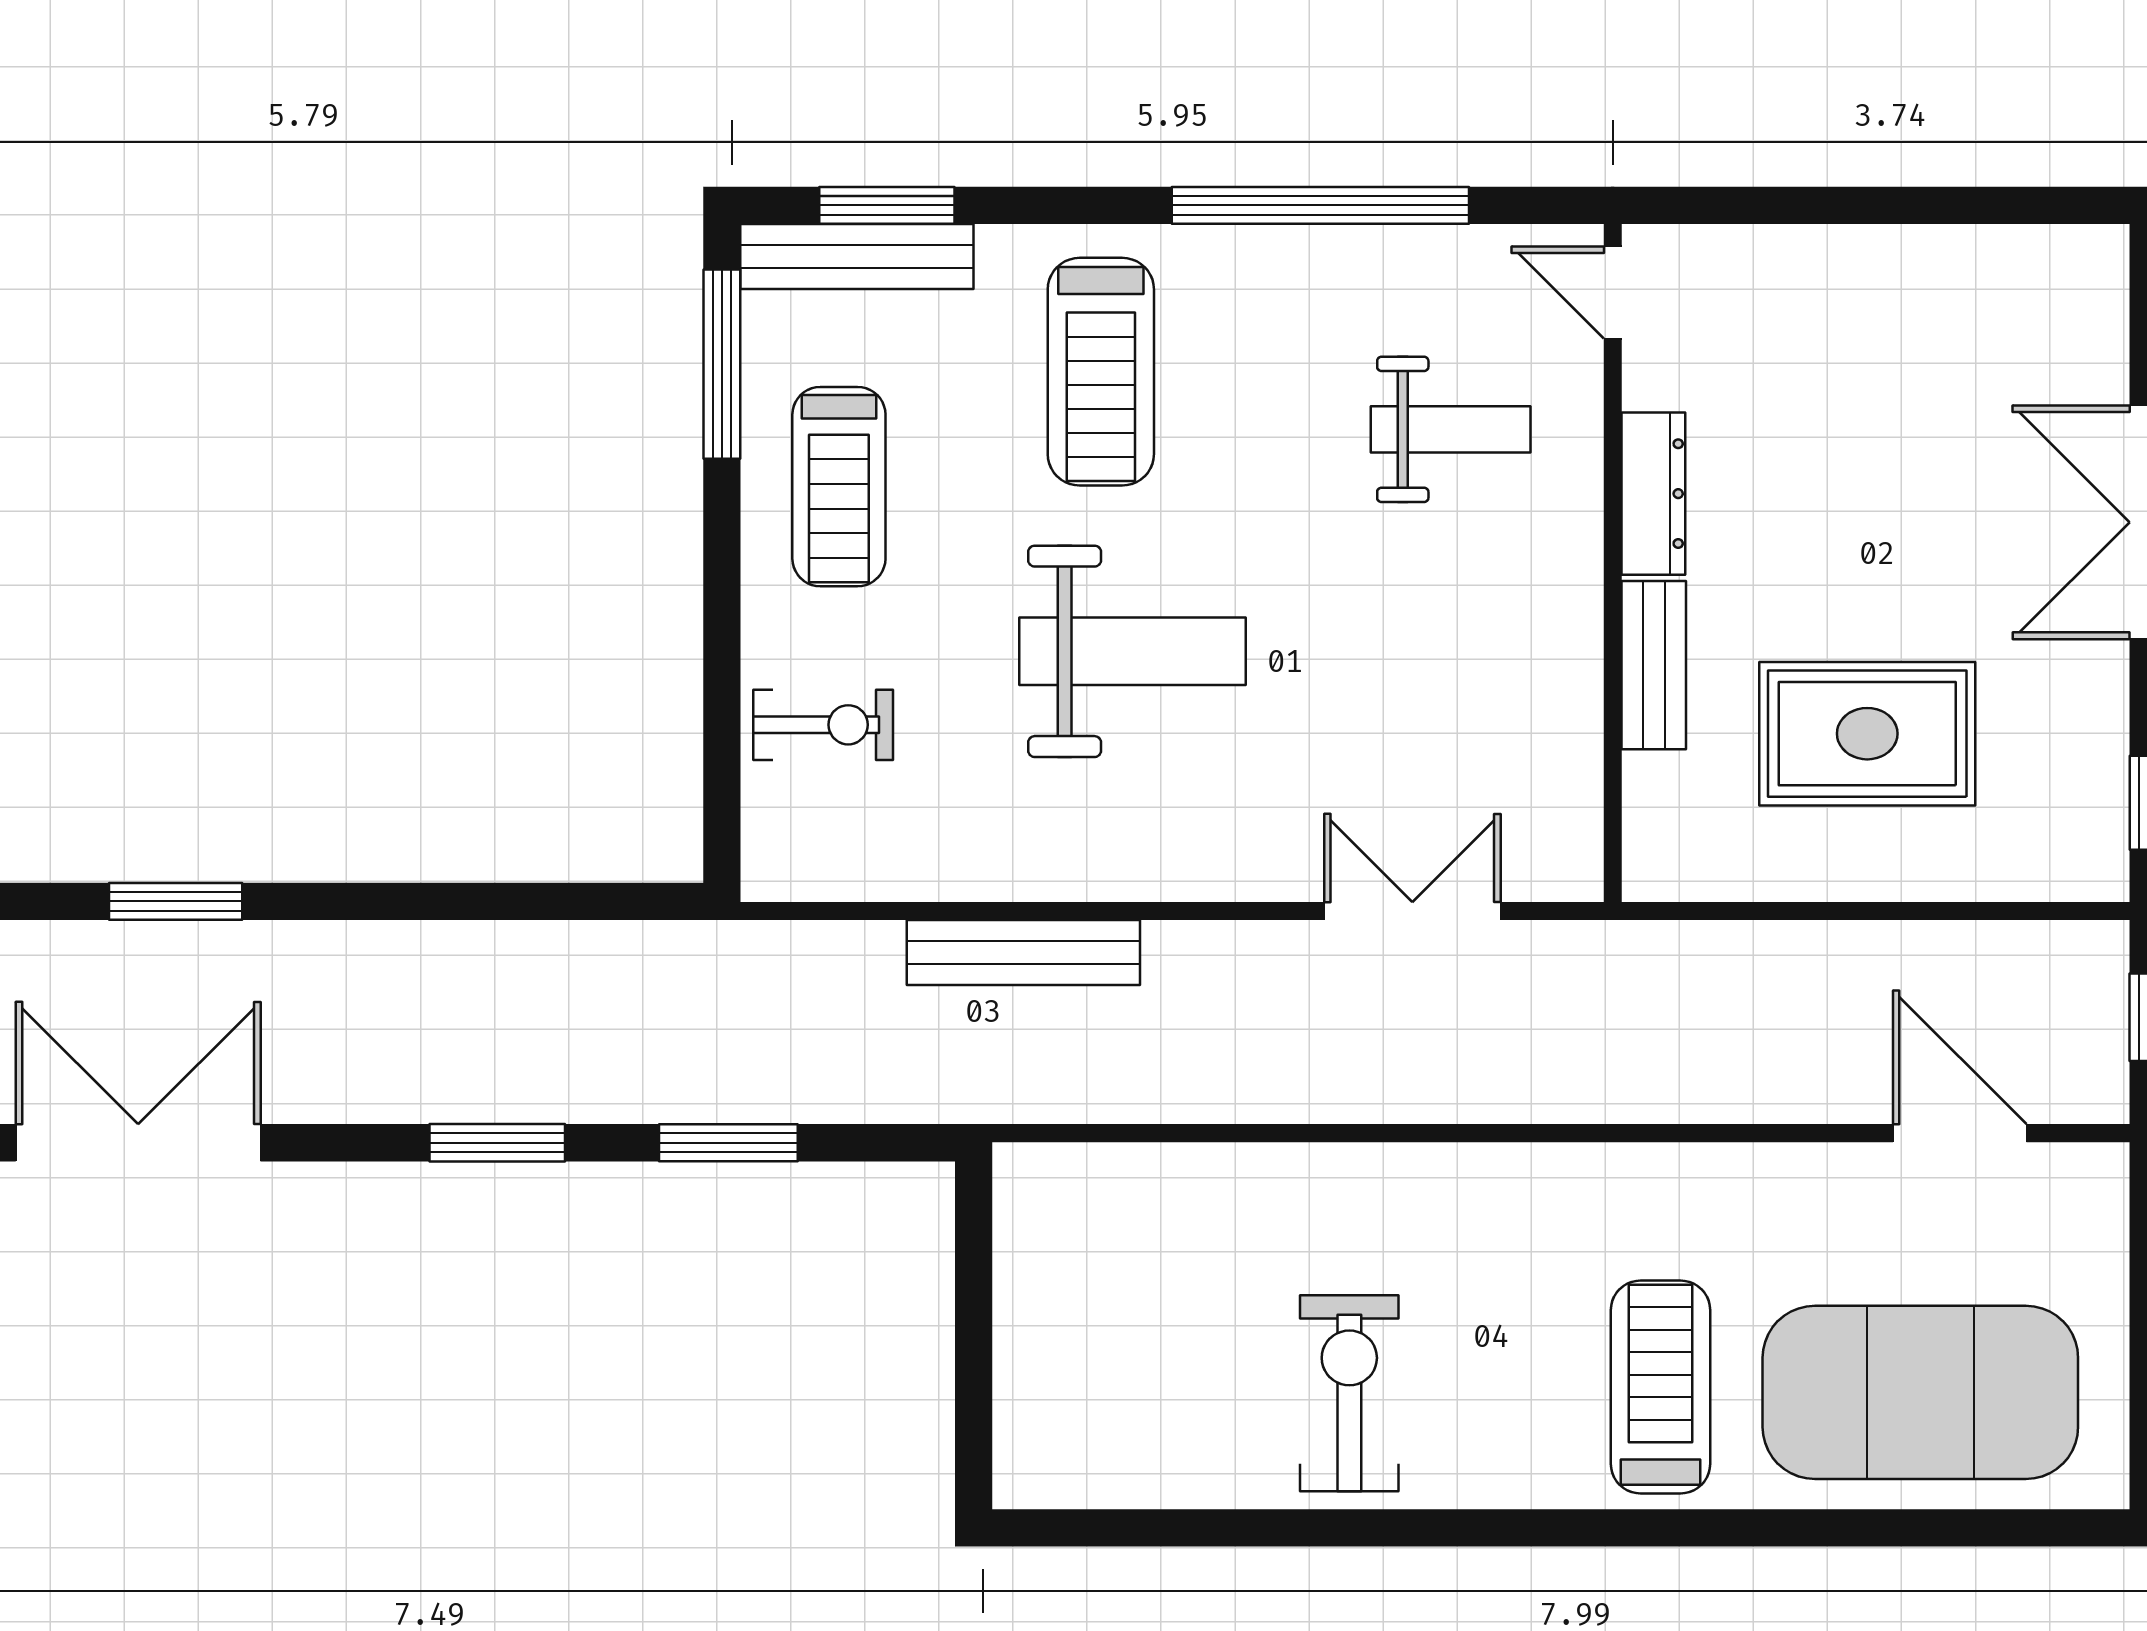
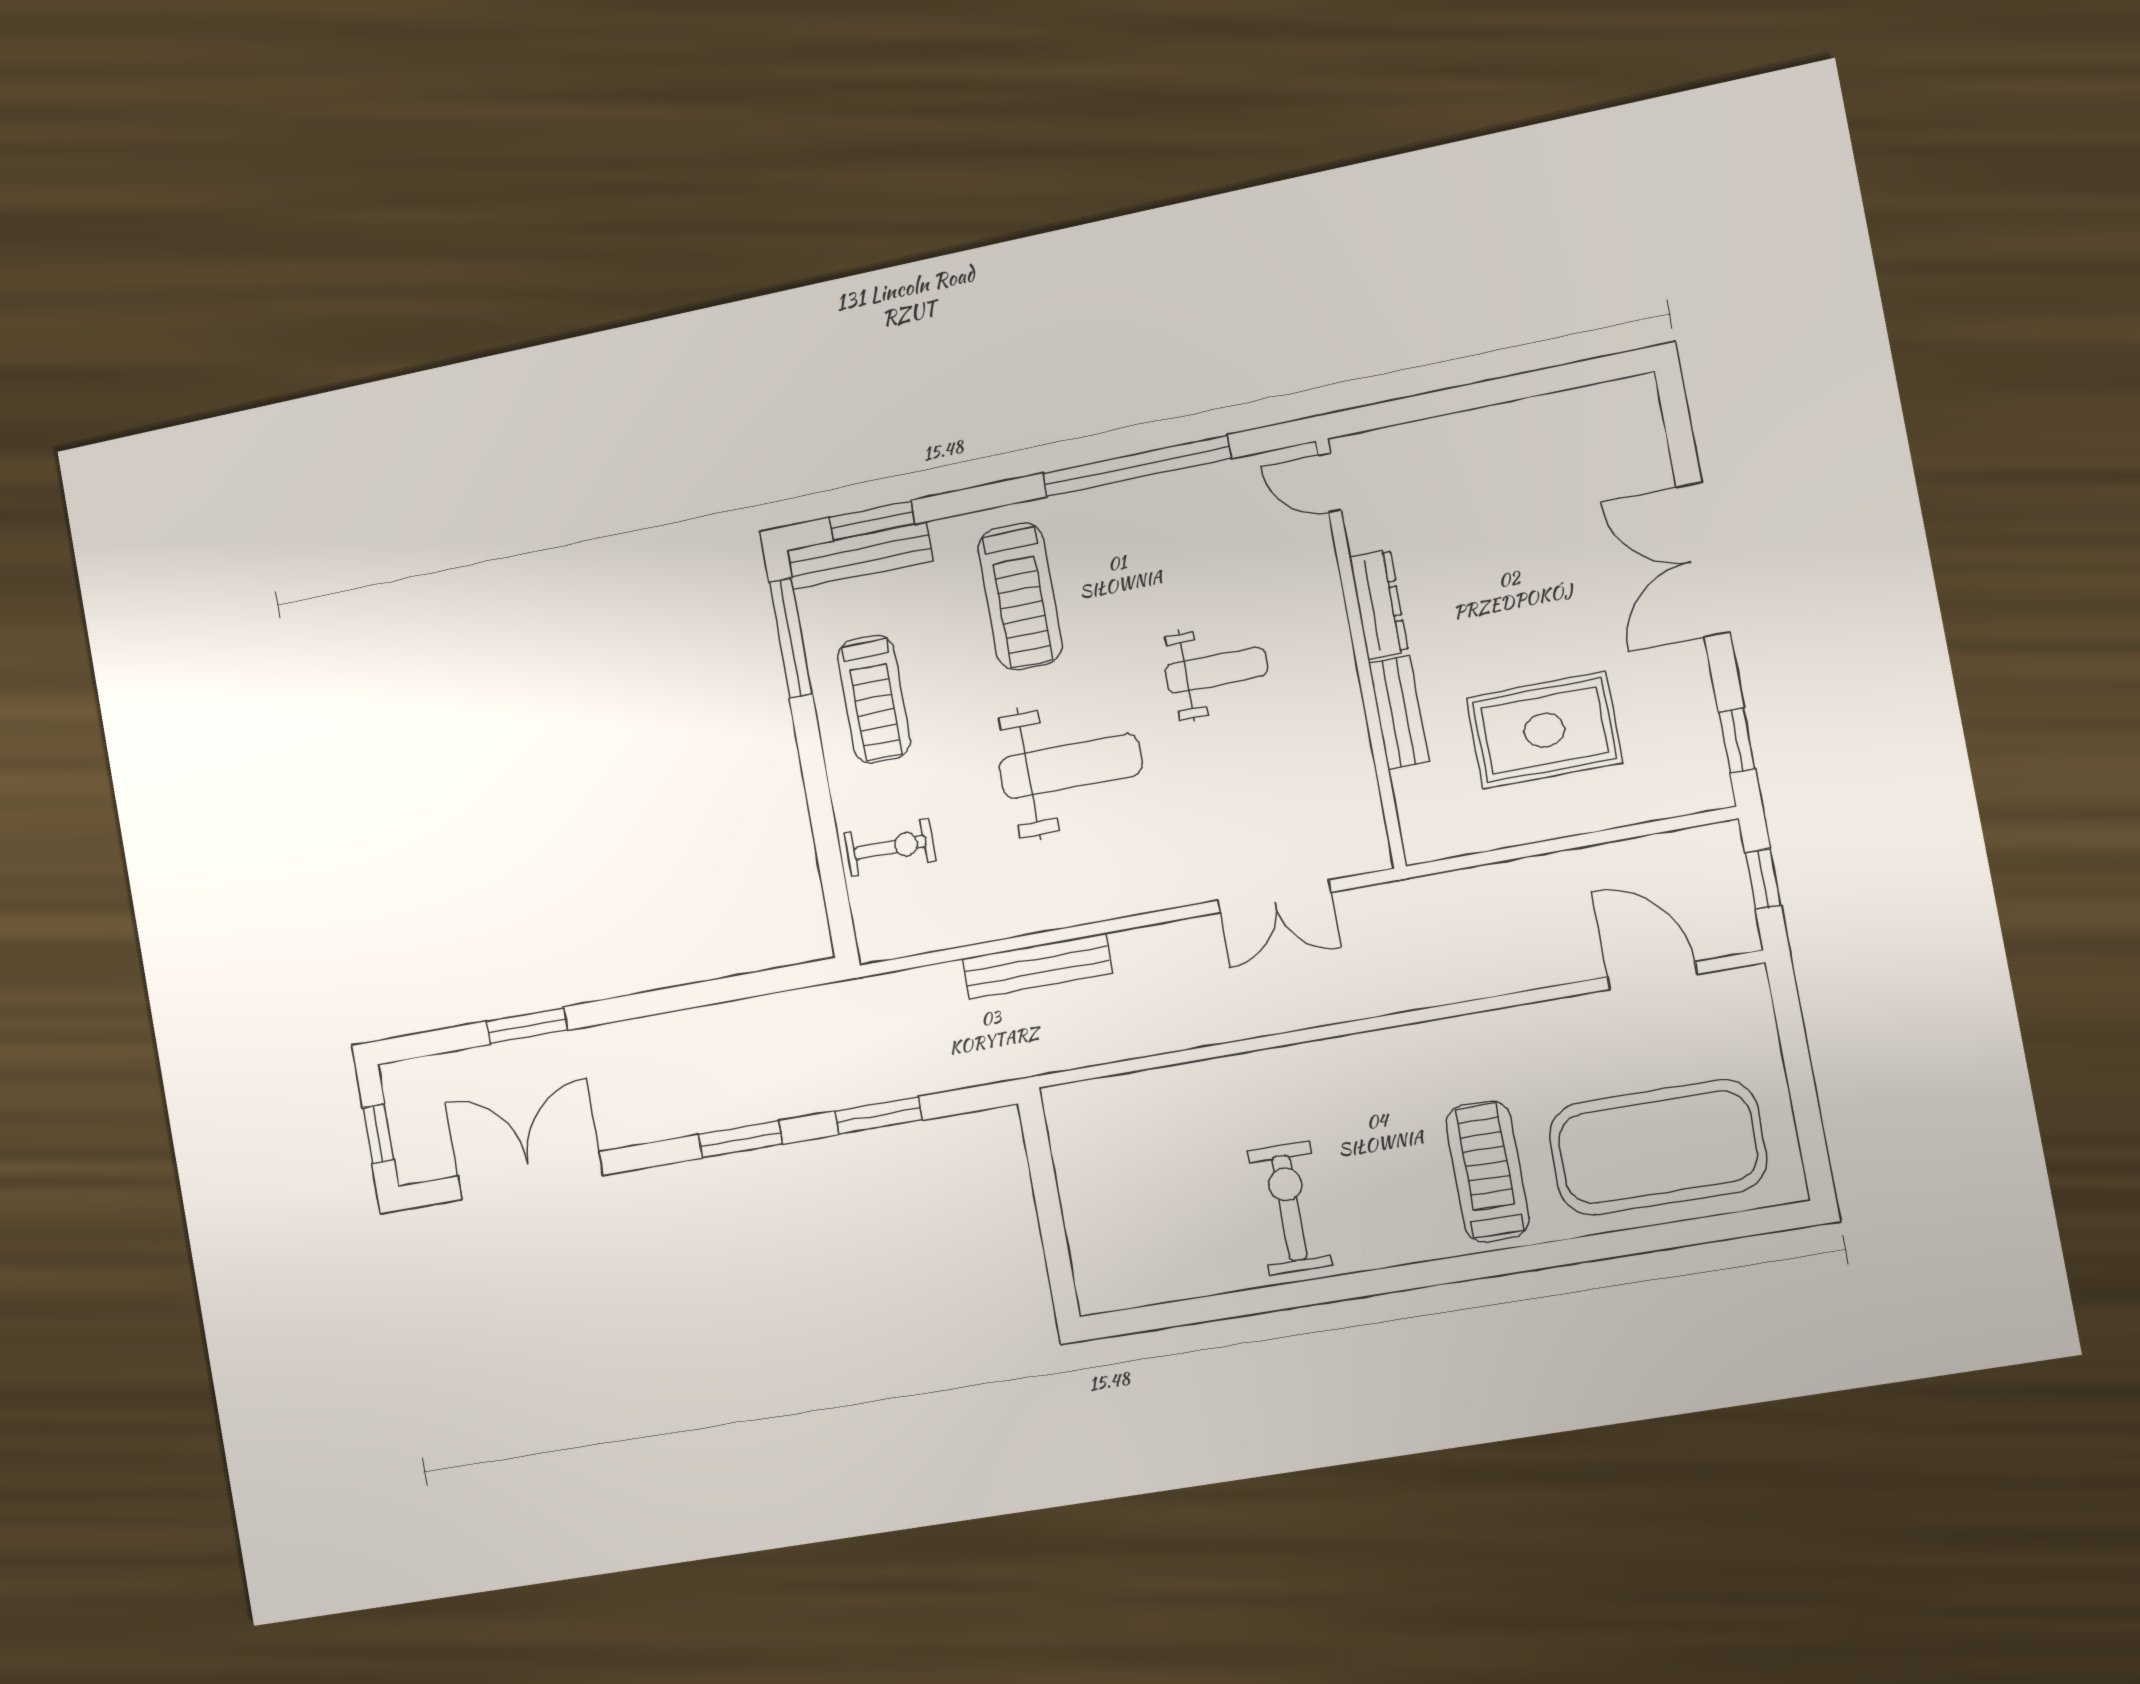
weight bench: (1451, 429) -> (1216, 670), moved
double door: (1412, 911) -> (1274, 896), swing flipped

